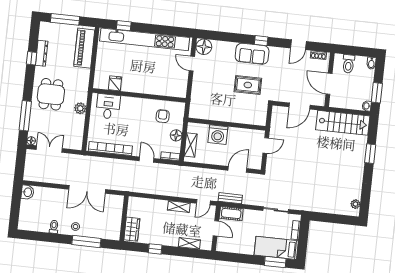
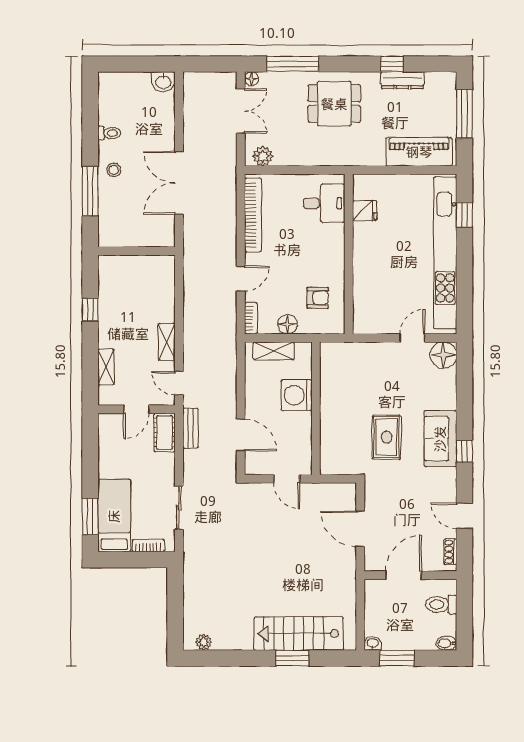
plant: (80, 108) -> (263, 156), moved
stairs: (343, 123) -> (299, 633), moved, turned 90
wardrobe: (132, 229) -> (120, 266), removed

